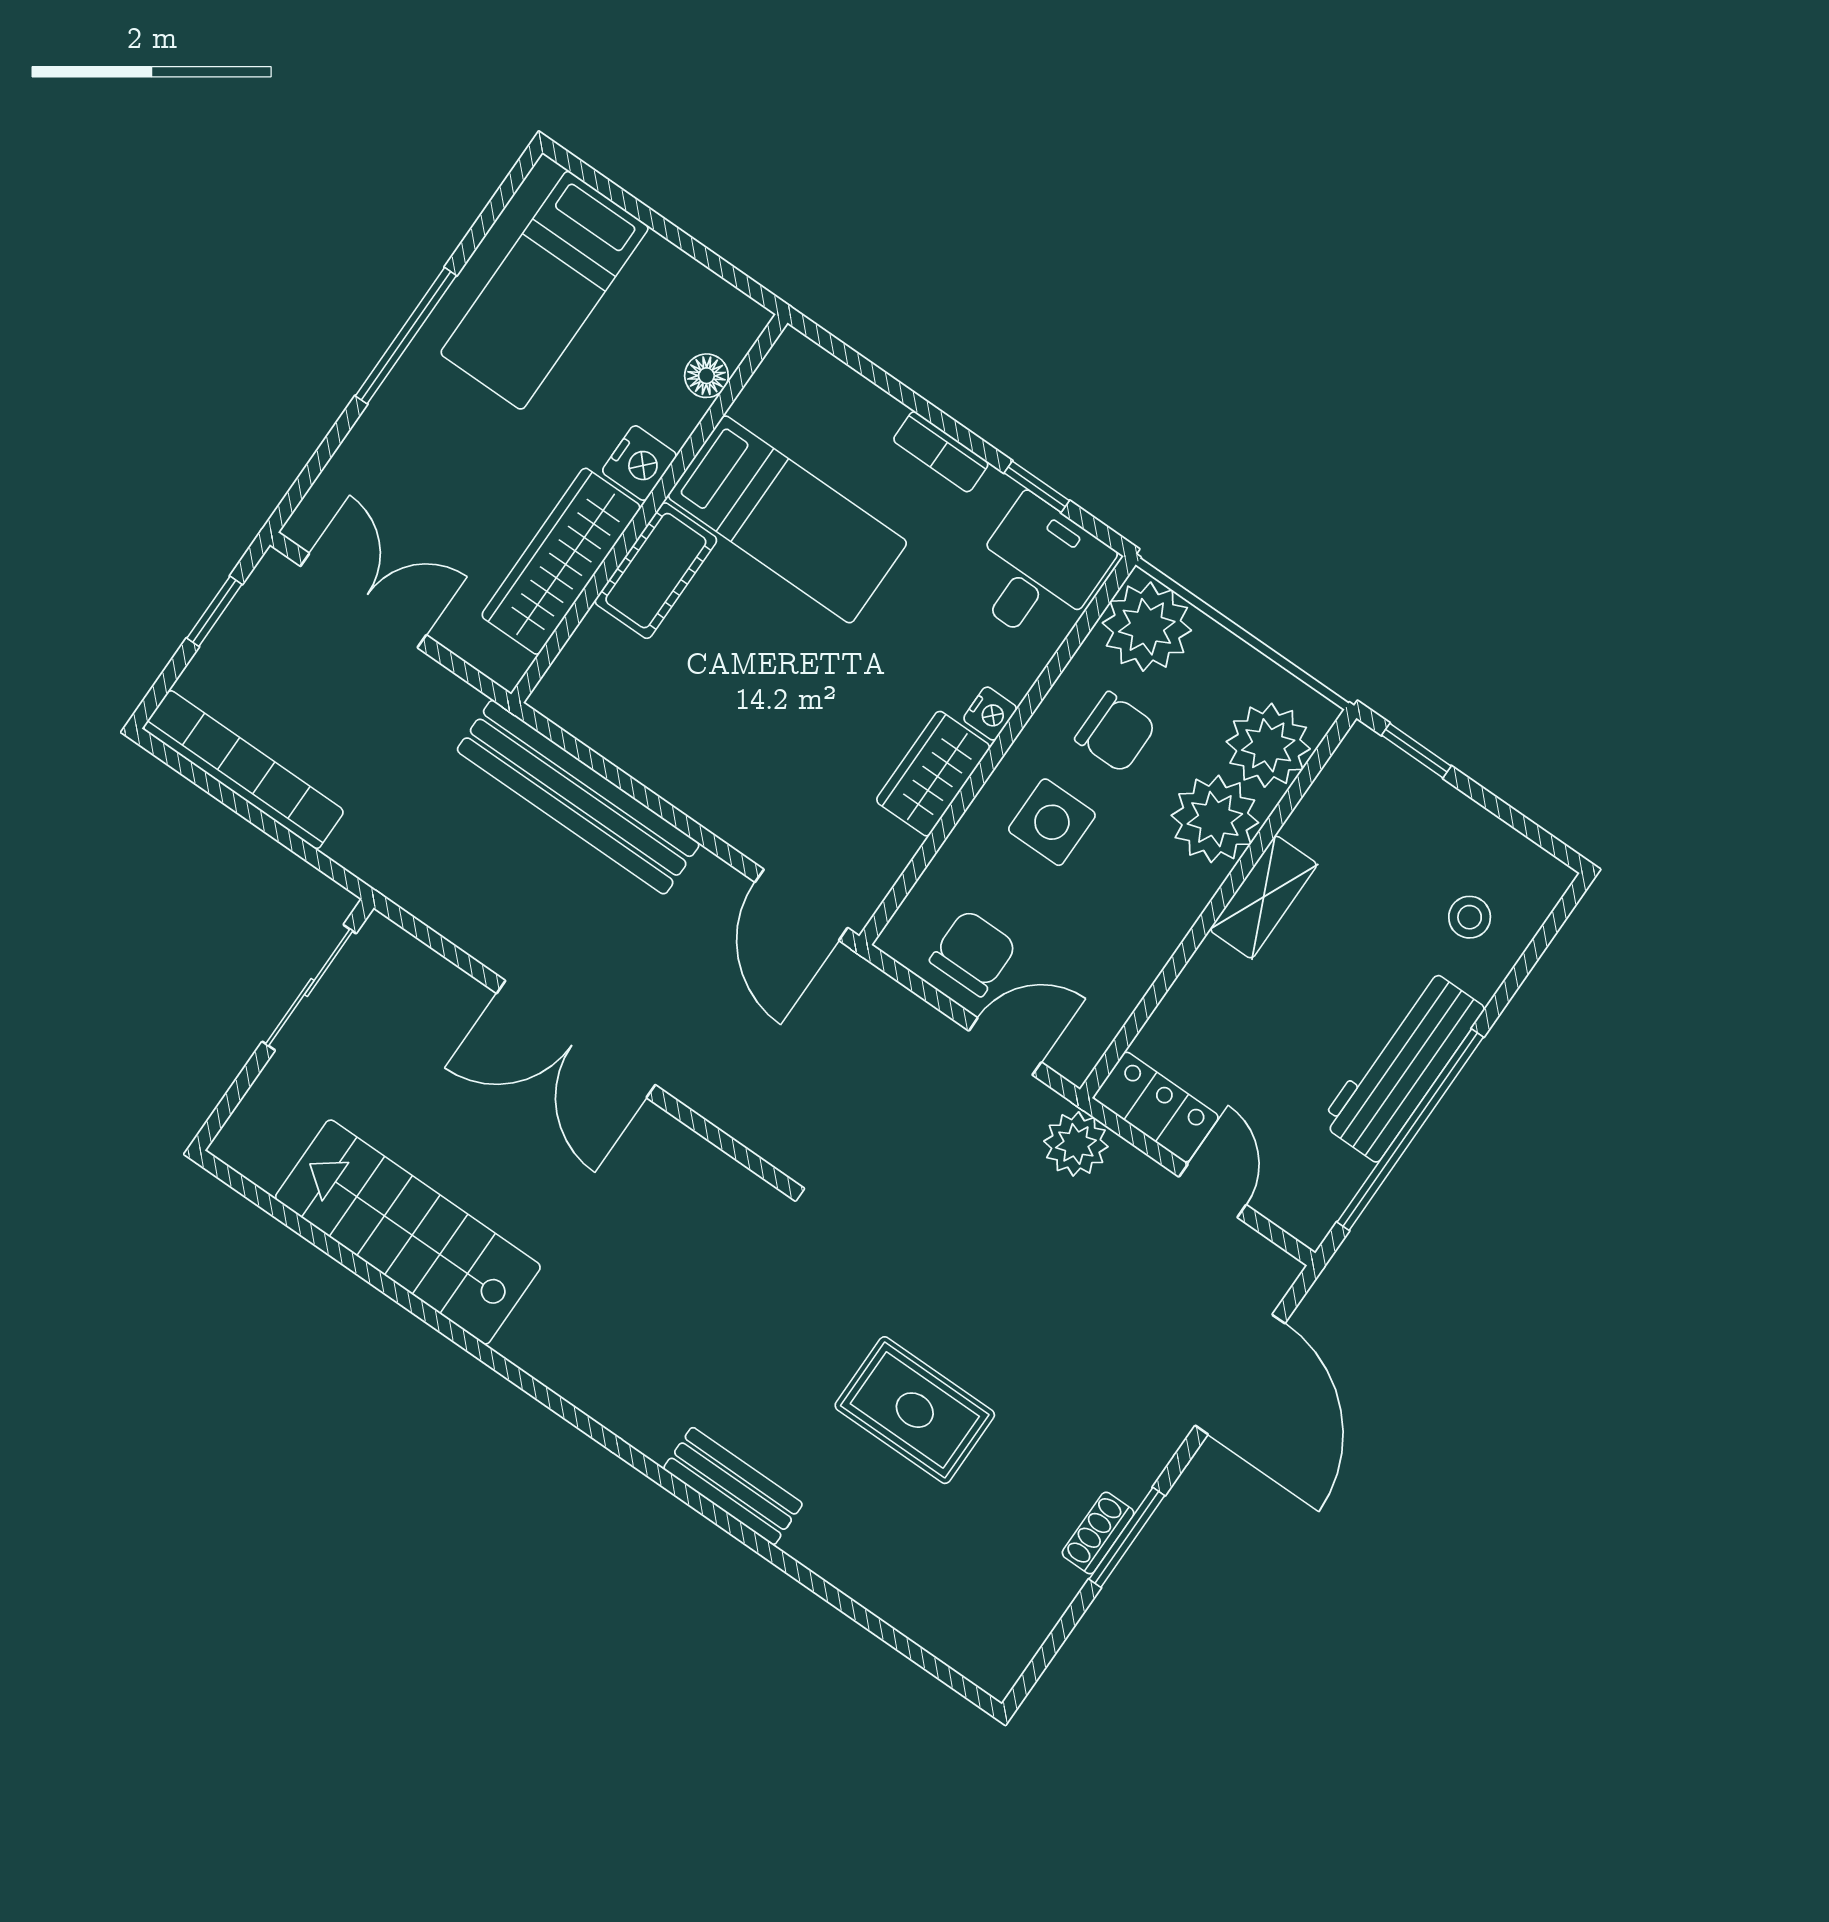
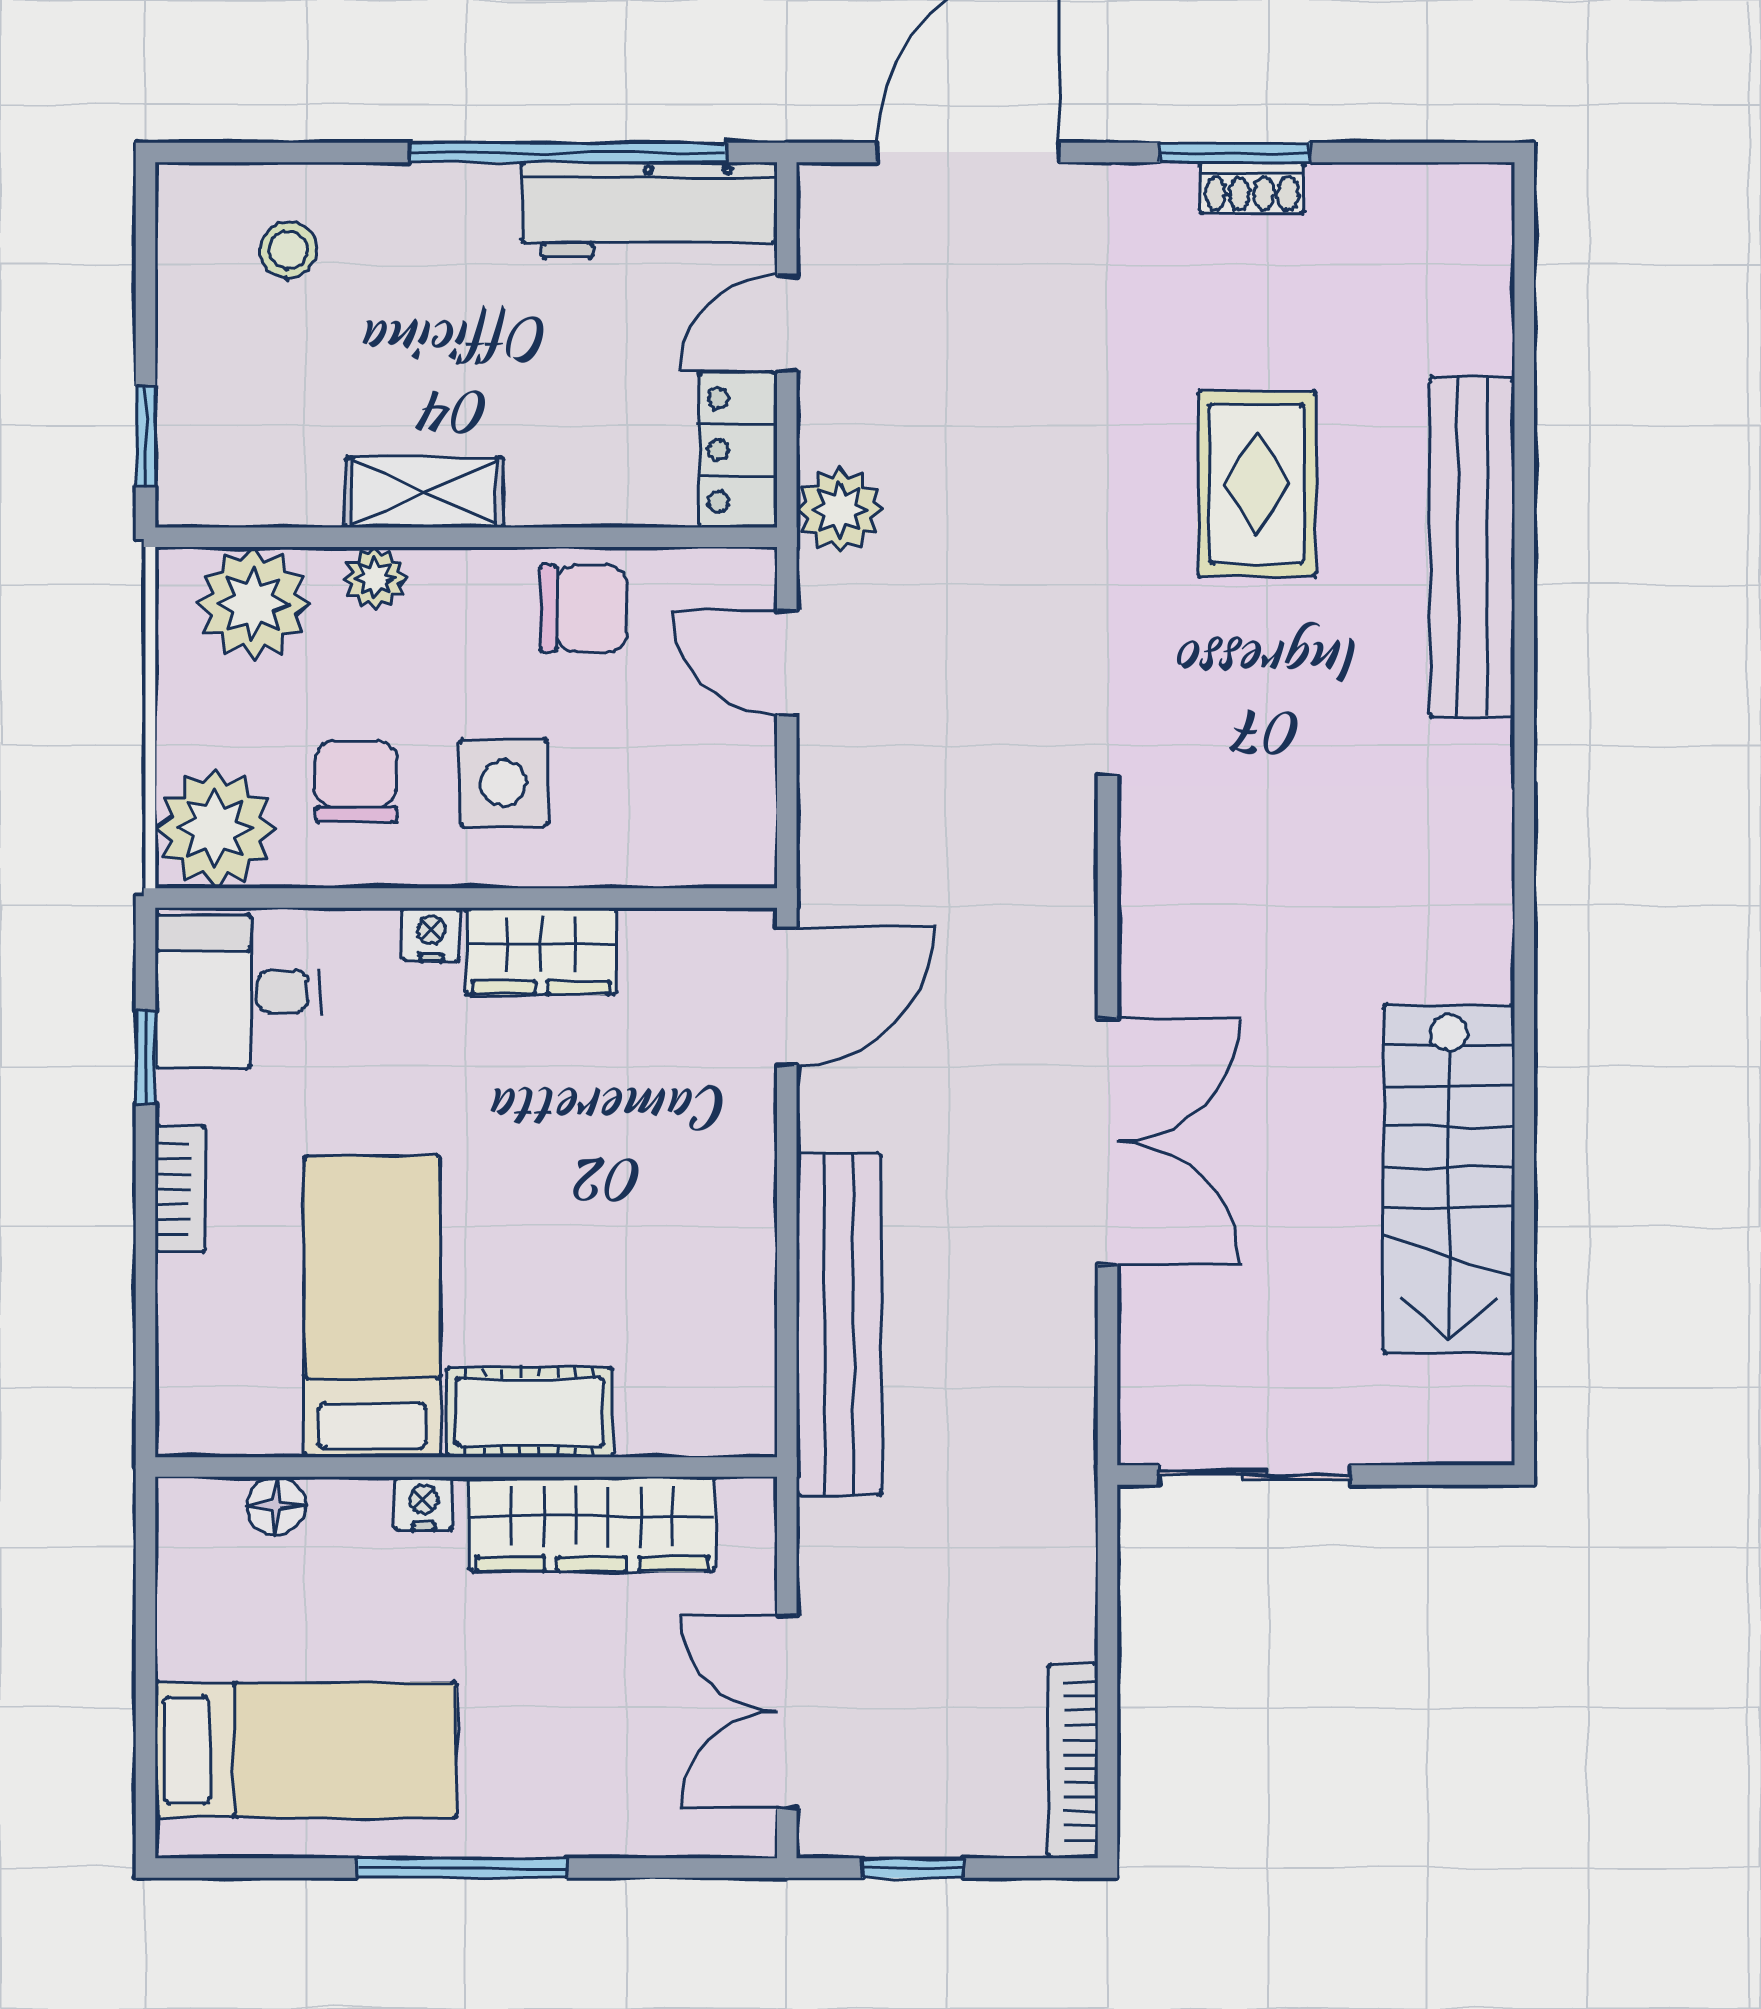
nightstand: (639, 463) -> (424, 1503), width x0.72, depth x0.74
bookcase: (243, 770) -> (1073, 1761), width x0.68, depth x0.76
plant: (1215, 819) -> (375, 578), width x0.53, depth x0.53
chair: (973, 953) -> (584, 608), moved, turned 180
workbench: (1402, 1066) -> (649, 210), moved
bench: (733, 1486) -> (1472, 547), width x1.86, depth x1.21

